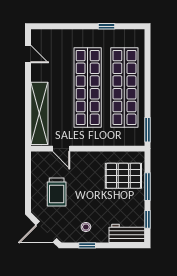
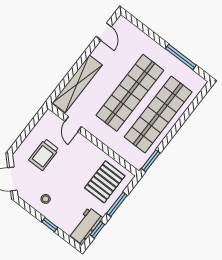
window: (107, 26) -> (181, 57), width x2.17
pallet: (123, 176) -> (105, 182), turned 90
workbench: (127, 233) -> (86, 226), moved, turned -90
window: (87, 245) -> (50, 225), moved

